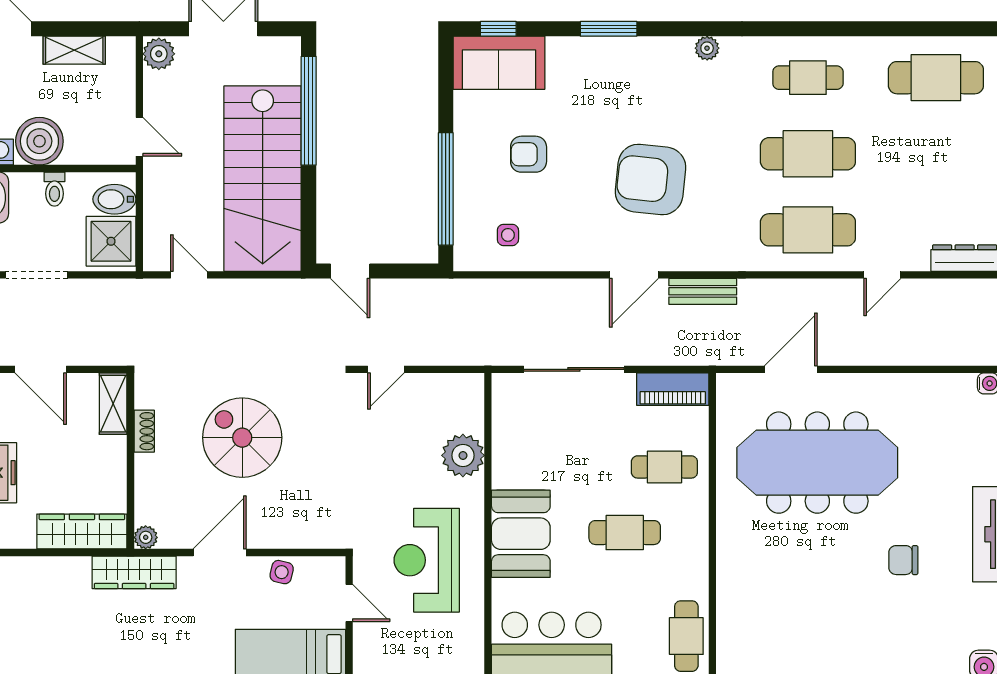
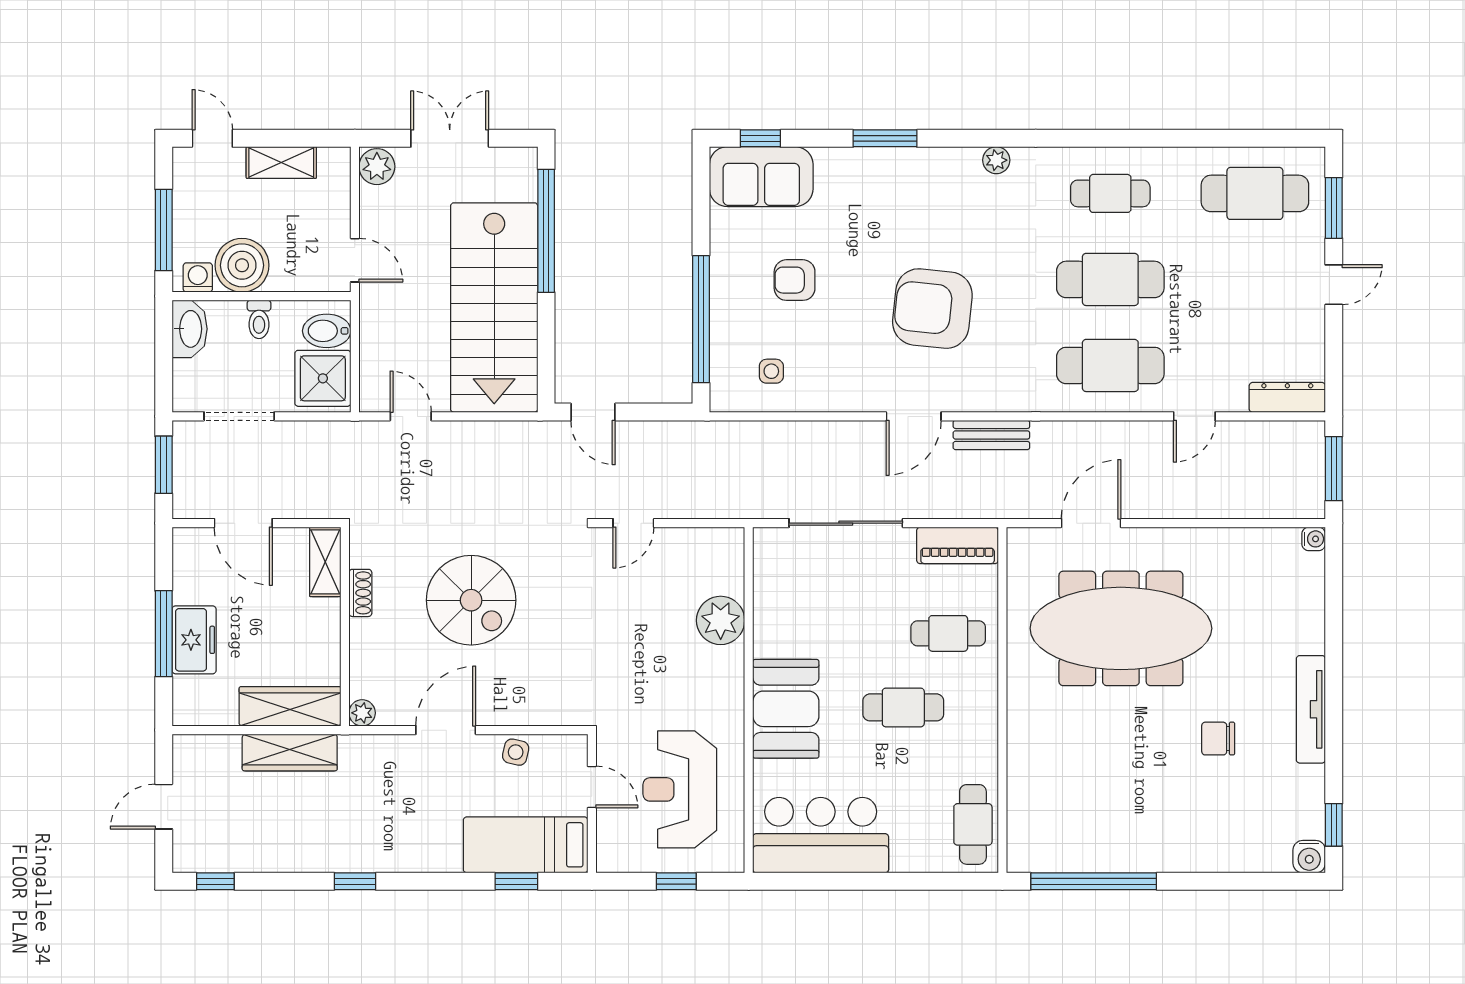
spiral stairs: (242, 438) -> (471, 600), turned 180
reception desk: (427, 560) -> (680, 789), moved
wardrobe: (134, 572) -> (290, 752), moved

